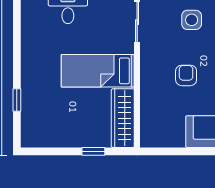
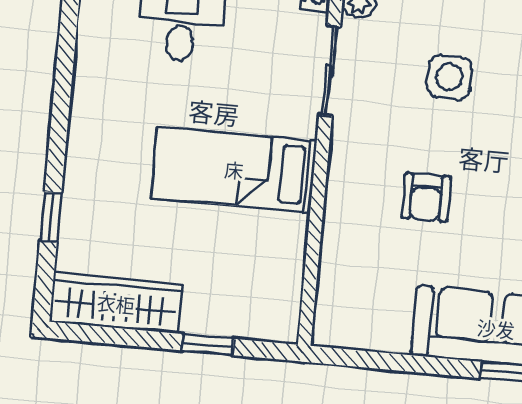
armchair: (186, 75) -> (426, 197), turned 180
wardrobe: (123, 118) -> (116, 303), moved, turned 90

